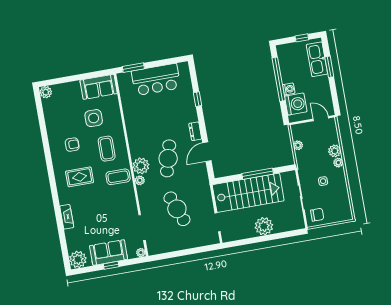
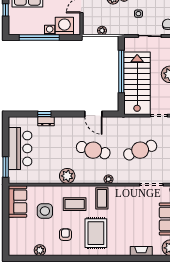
plant: (46, 92) -> (40, 250), moved
dresser: (195, 131) -> (46, 121), moved
plant: (141, 166) -> (67, 176), moved
window: (258, 174) -> (121, 72), width x1.46
rug: (80, 177) -> (96, 233), width x1.36, depth x1.43
fireplace: (67, 217) -> (141, 251), moved

